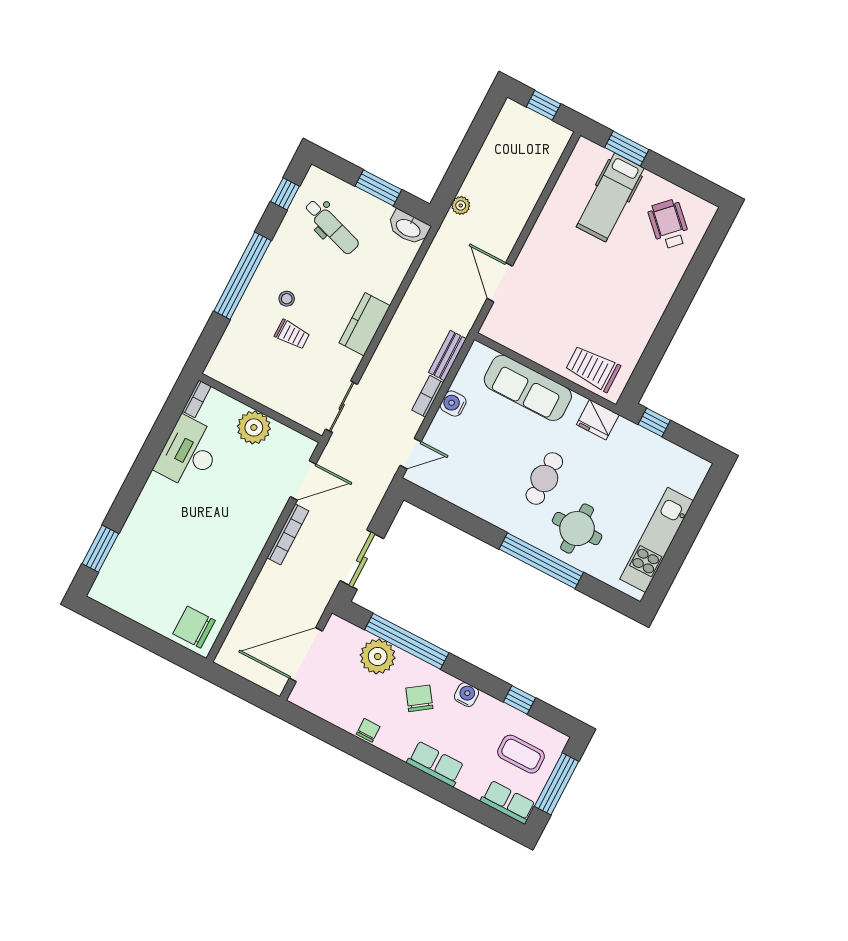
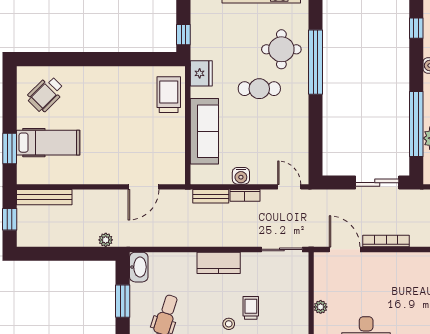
bench: (548, 159) -> (44, 197), added
trolley: (593, 368) -> (169, 95), turned 180
plant: (254, 427) -> (321, 307), width x0.53, depth x0.53

